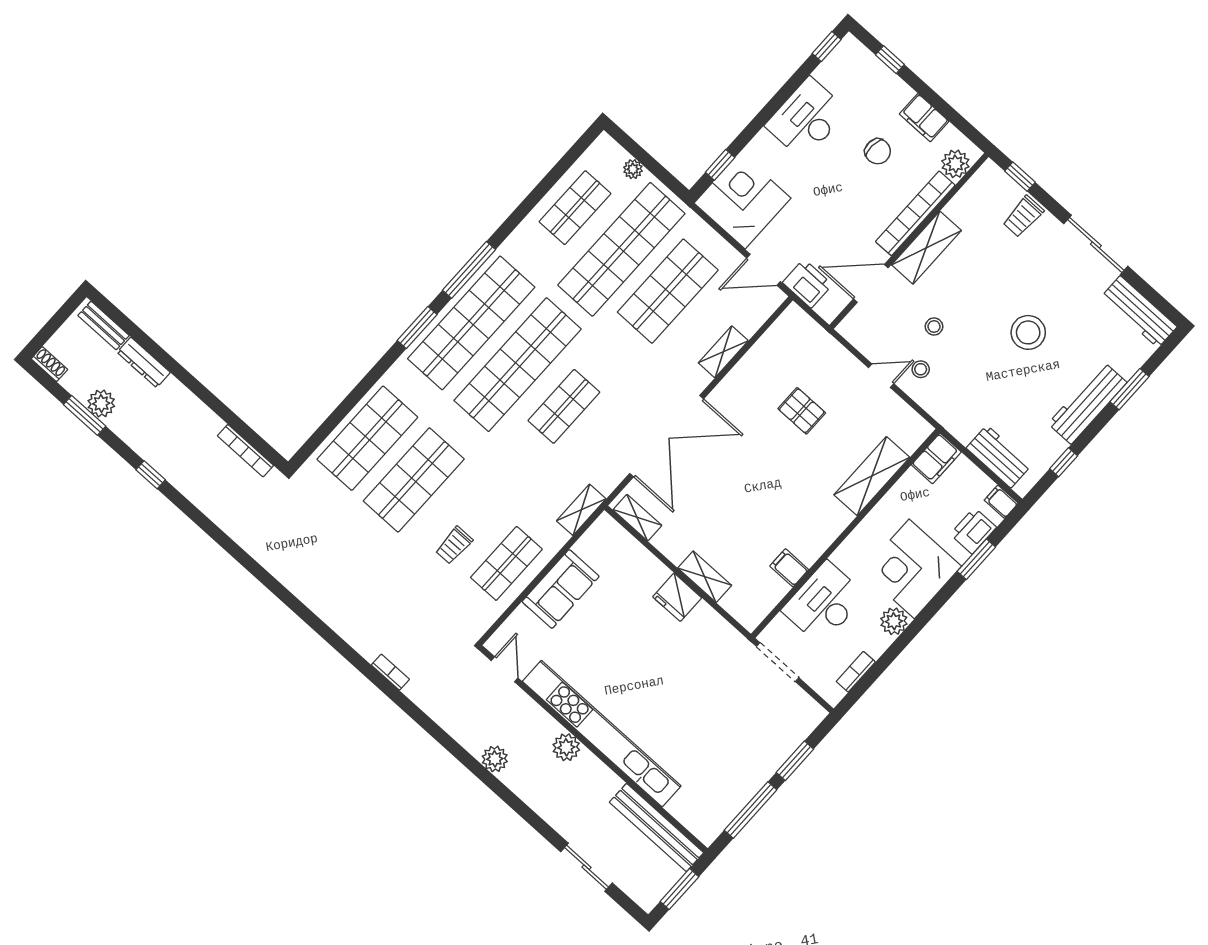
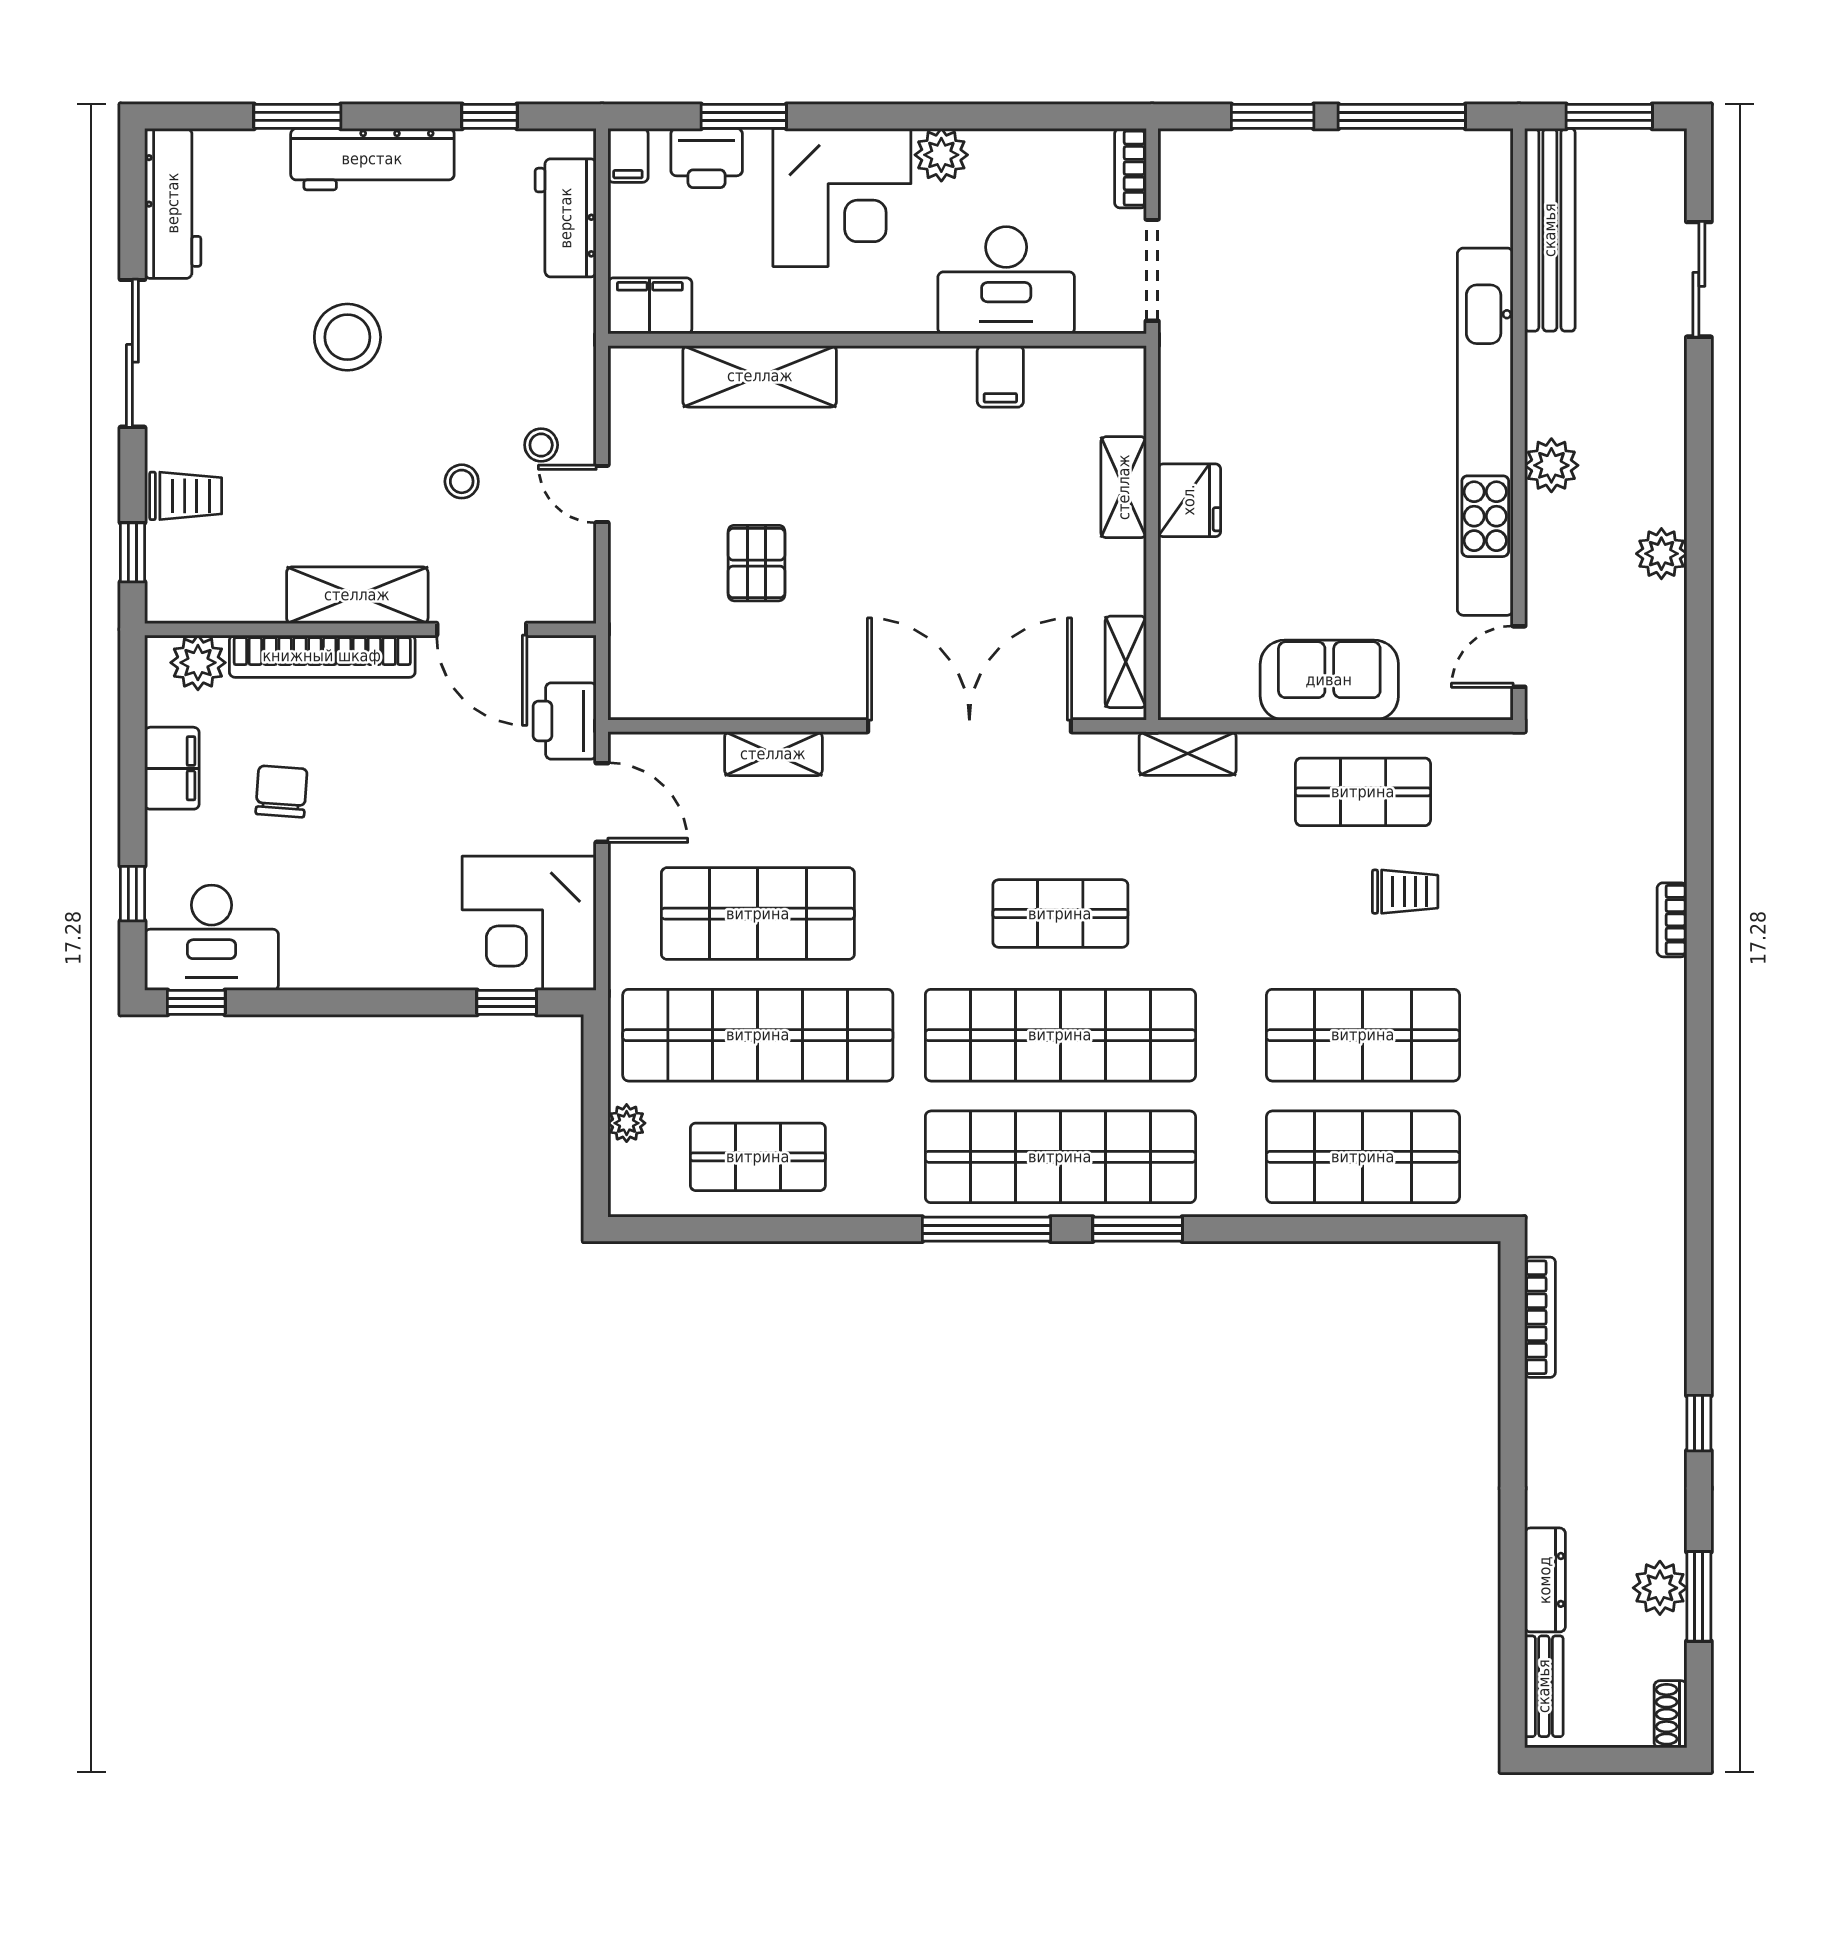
desk: (807, 118) -> (212, 938), moved
bookcase: (390, 672) -> (1672, 920), moved
bookcase: (856, 672) -> (1130, 168), moved, turned 90

